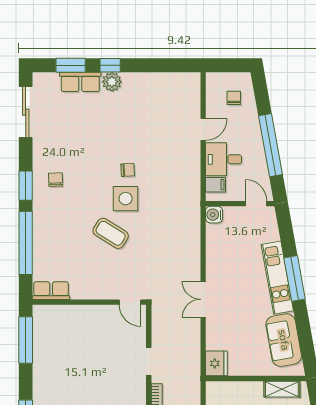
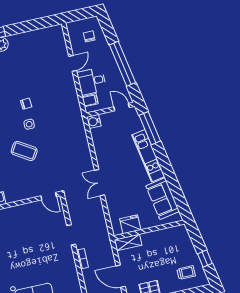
side table: (126, 199) -> (29, 124), width x0.54, depth x0.54
window: (295, 278) -> (150, 128), moved
fridge: (216, 363) -> (130, 224), moved, turned -90
shelving: (282, 389) -> (128, 242), moved

